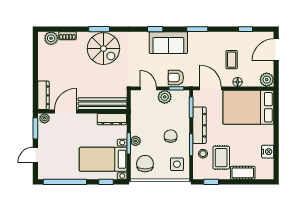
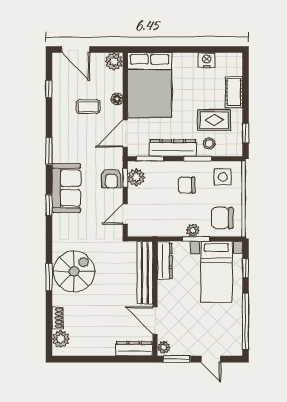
plant: (165, 97) -> (136, 177), moved

